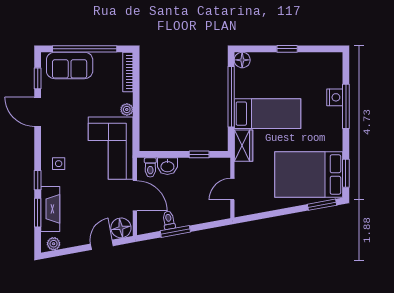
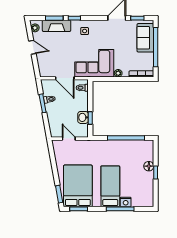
floor lamp: (242, 60) -> (149, 166), moved
bed: (268, 114) -> (110, 186), moved, turned 180
wardrobe: (244, 146) -> (96, 146), removed
washbasin: (167, 166) -> (83, 117), moved
door: (135, 196) -> (65, 78), hinge flipped
floor lamp: (121, 228) -> (45, 70), removed
door: (102, 245) -> (32, 47), moved

